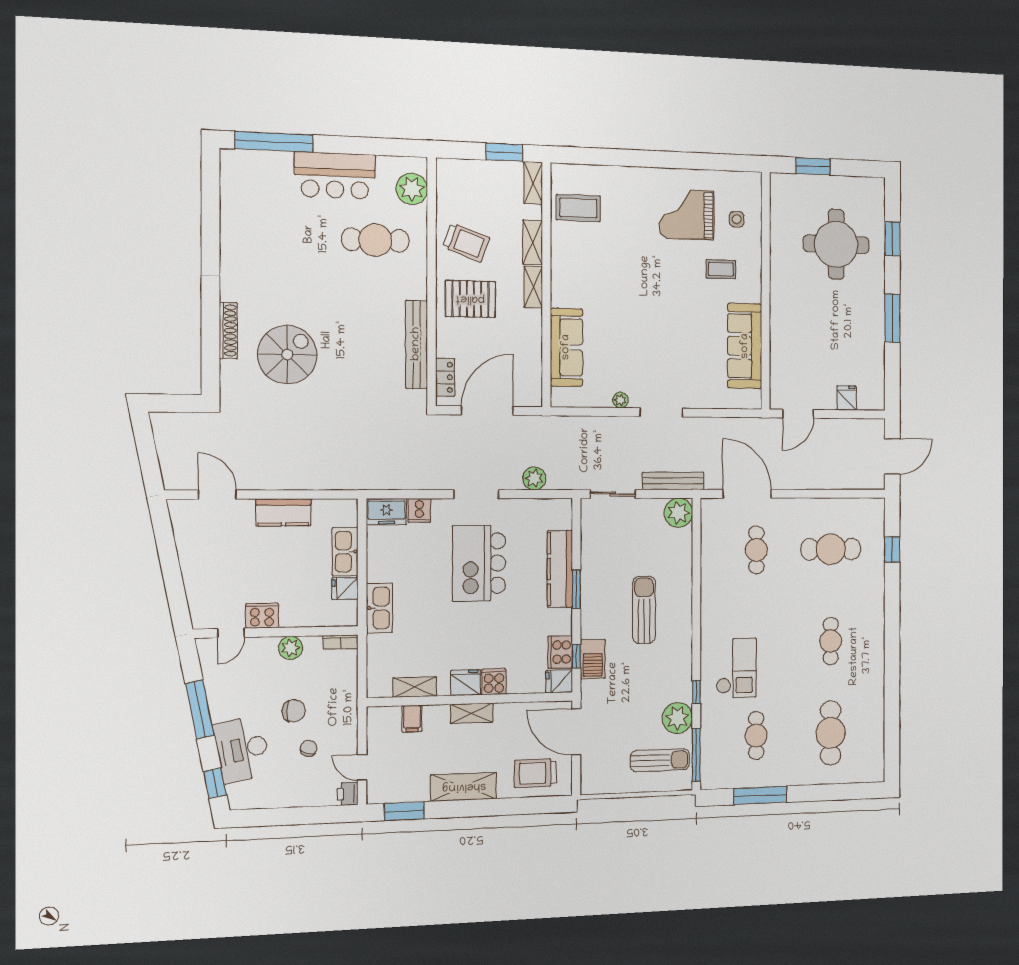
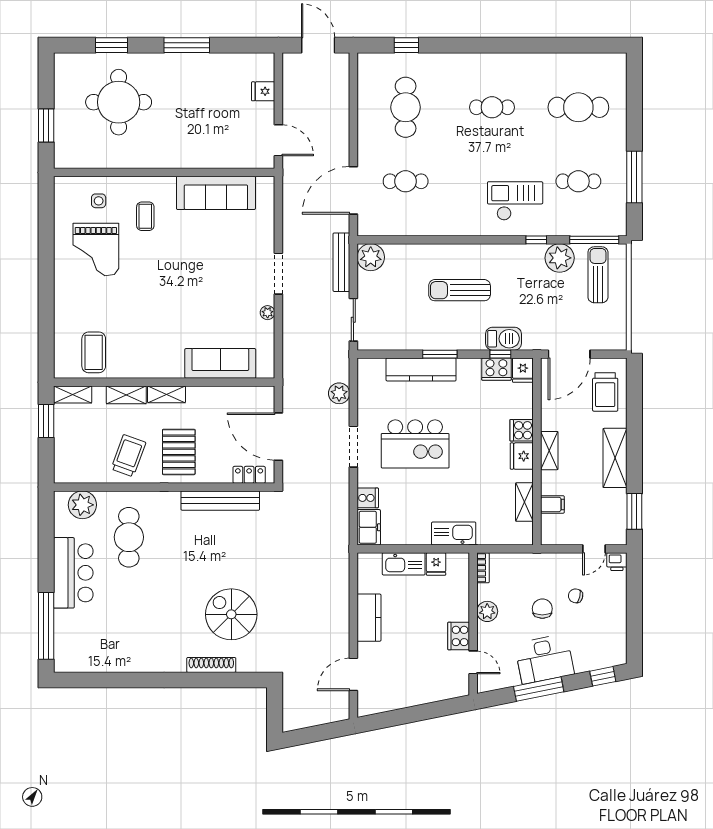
desk: (242, 749) -> (544, 659), moved

